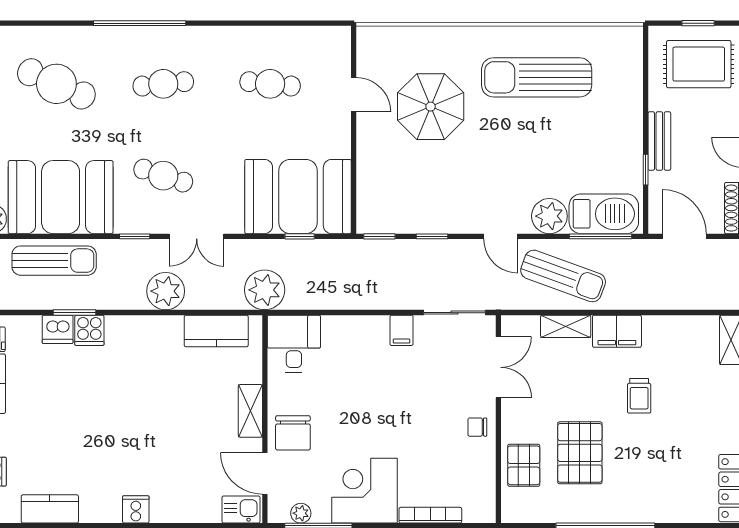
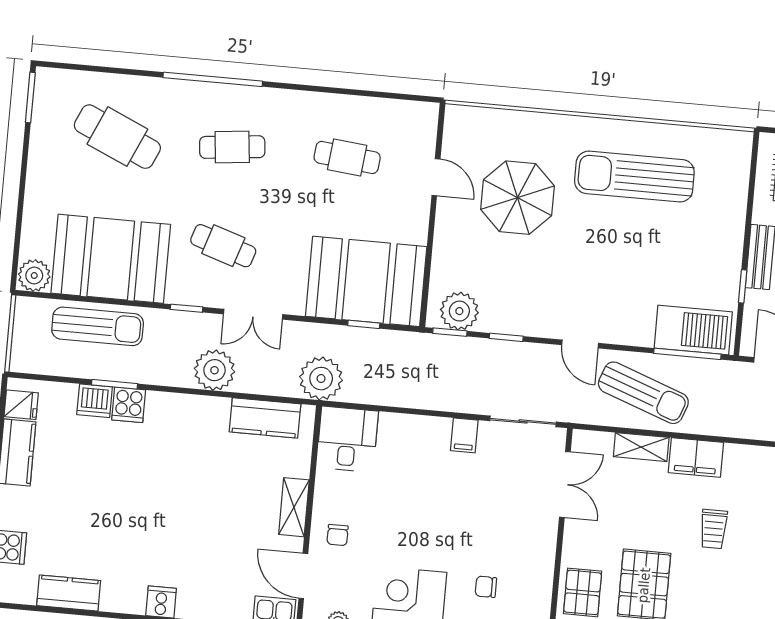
plant: (549, 216) -> (459, 311), moved
chair: (477, 427) -> (486, 587), moved
chair: (293, 433) -> (338, 535), width x0.54, depth x0.54

